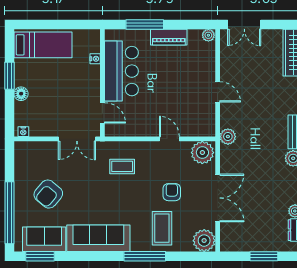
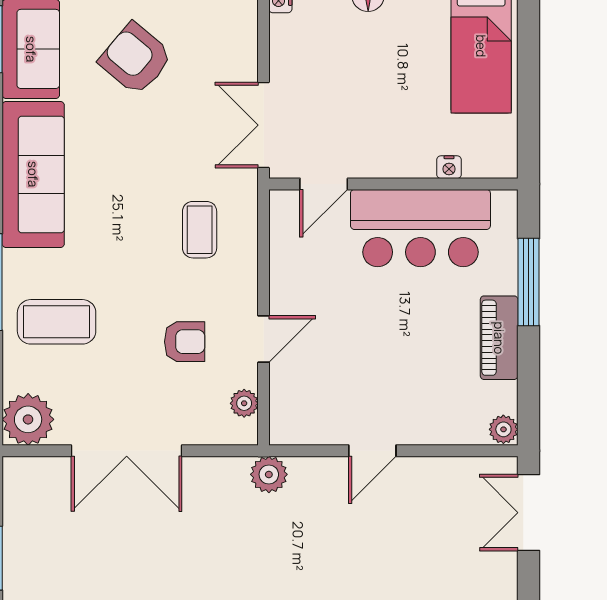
plant: (202, 153) -> (244, 403), width x0.53, depth x0.53
armchair: (172, 192) -> (185, 342), moved

